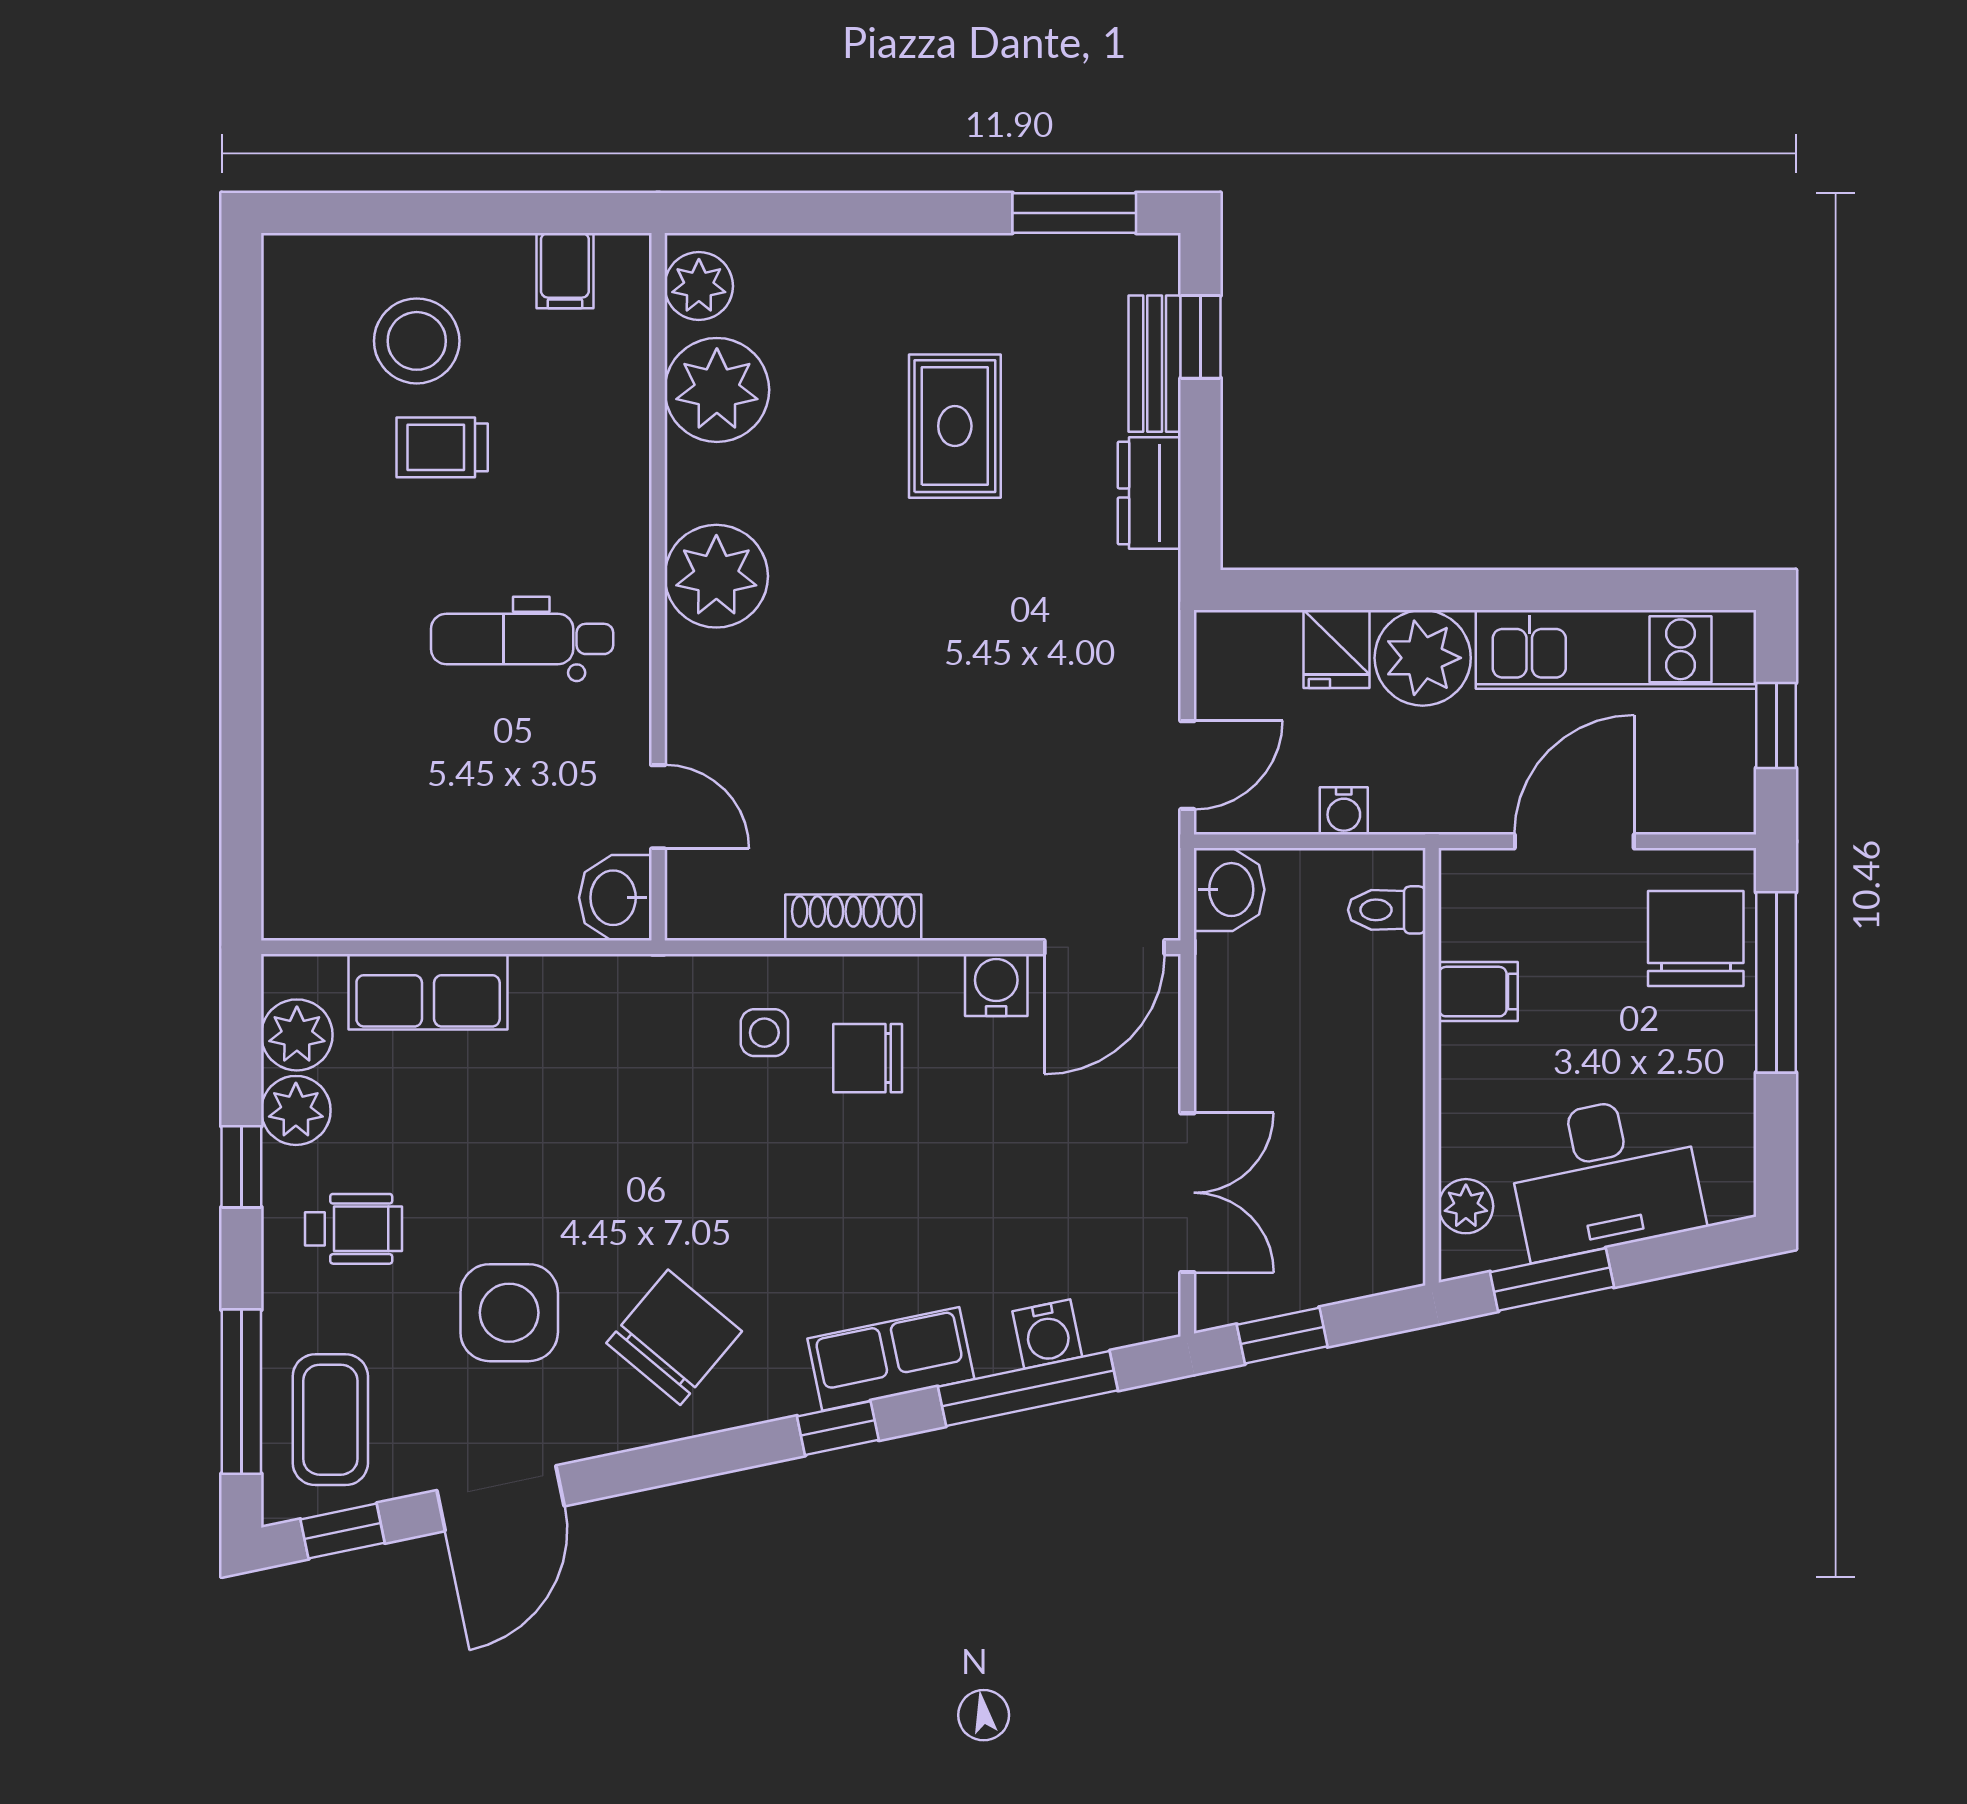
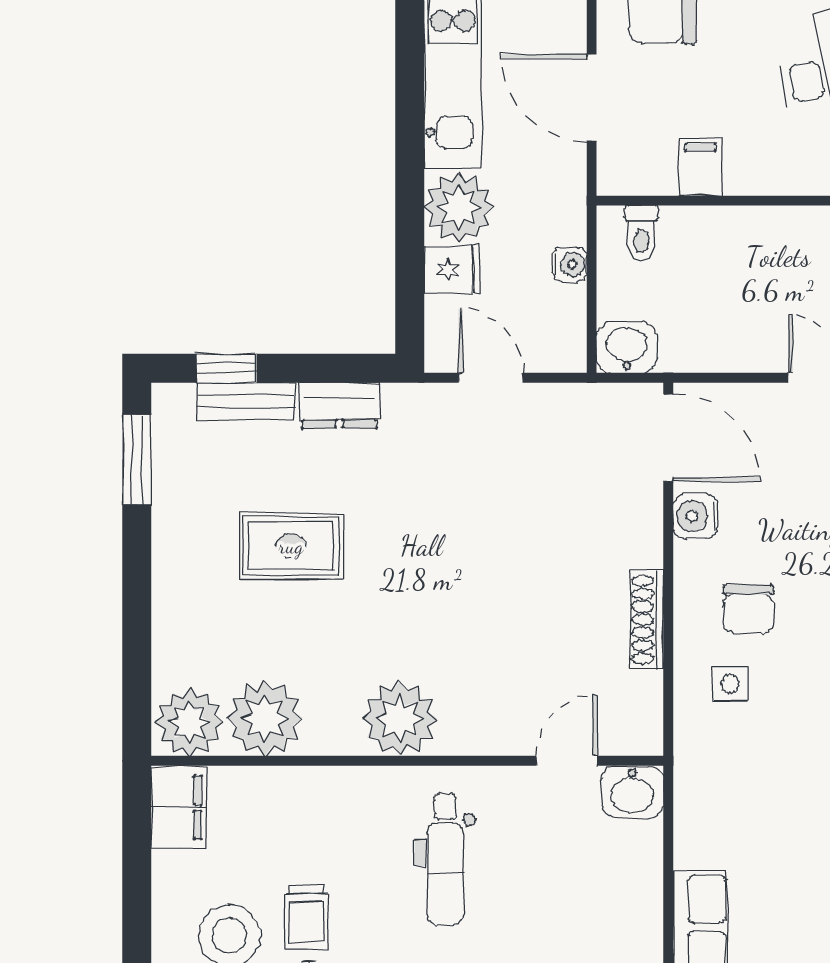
filing cabinet: (565, 271) -> (179, 808), width x2.00
plant: (699, 286) -> (190, 722), width x1.36, depth x1.36
door: (1187, 765) -> (491, 378), moved

